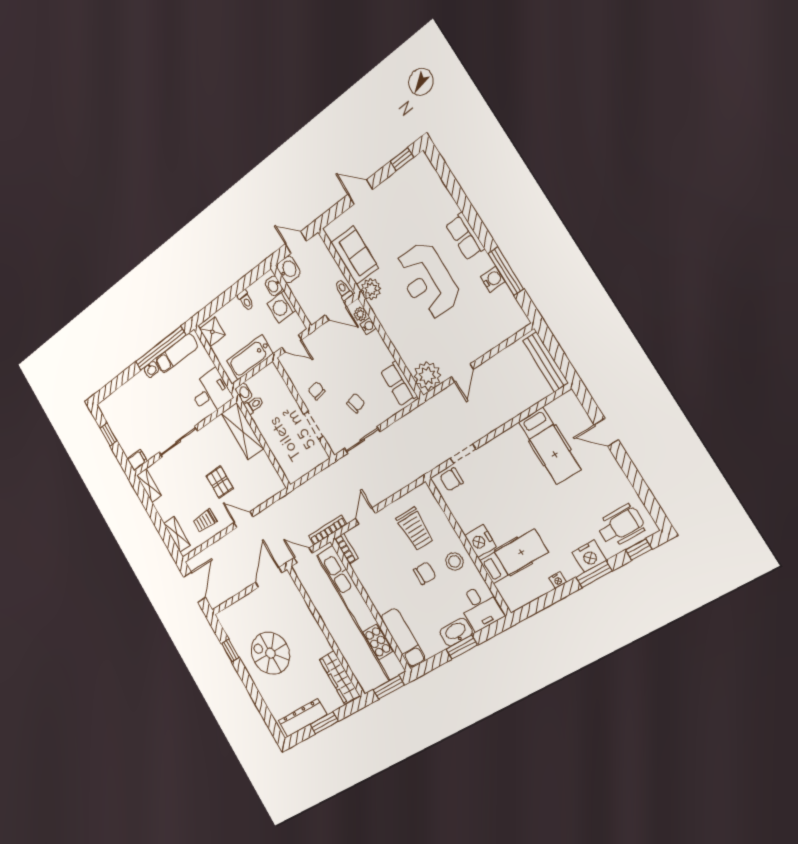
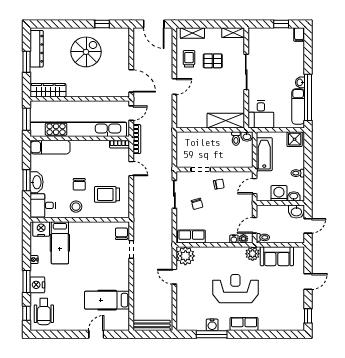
filing cabinet: (137, 460) -> (299, 35), moved
pallet: (220, 482) -> (213, 61), moved
nightstand: (480, 541) -> (41, 229), moved

